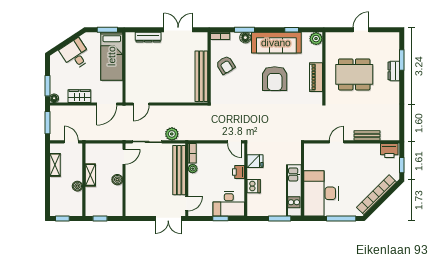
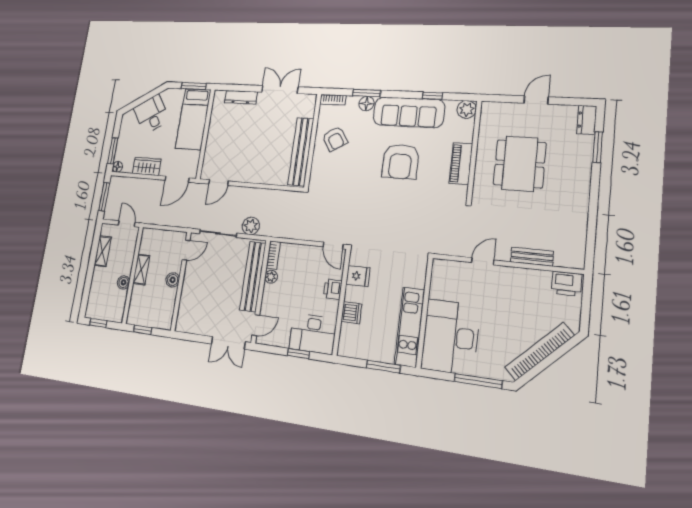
dresser: (394, 71) -> (587, 120), moved
dining table: (354, 74) -> (520, 164), turned 90
window: (402, 165) -> (586, 309), removed

